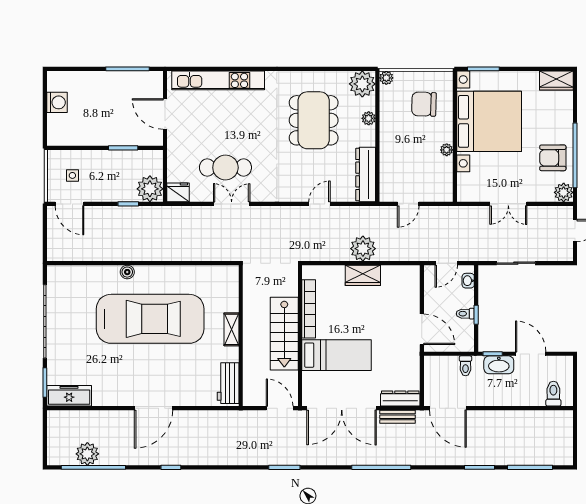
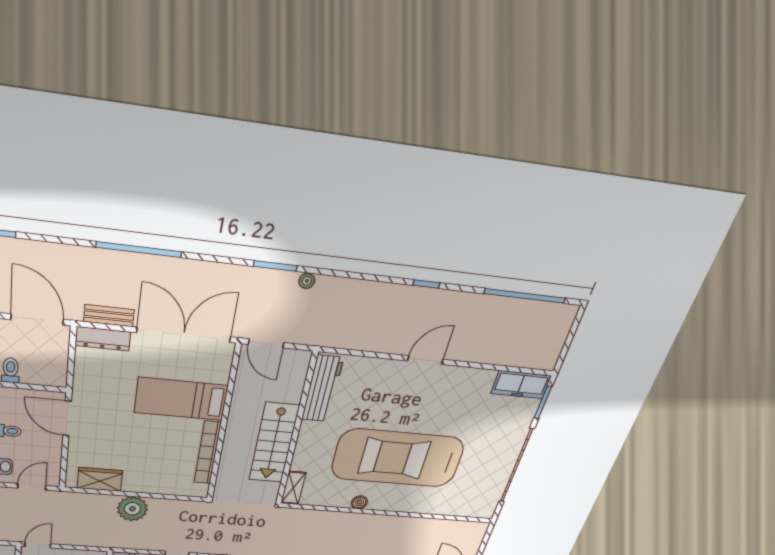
door: (408, 204) -> (38, 545), moved
boiler: (127, 272) -> (359, 502), moved
wardrobe: (363, 275) -> (100, 479), moved
shelving: (231, 329) -> (293, 488), moved
stairs: (284, 334) -> (274, 443), moved, turned 180
workbench: (228, 383) -> (322, 389), width x1.38
door: (153, 408) -> (425, 360), width x0.73
plant: (87, 454) -> (307, 281), moved, width x0.53, depth x0.53

